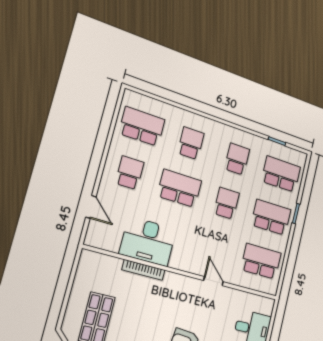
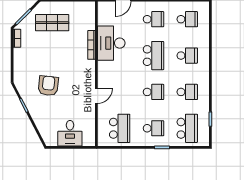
school desk: (142, 126) -> (187, 19), width x0.54
school desk: (271, 217) -> (153, 128), width x0.54

